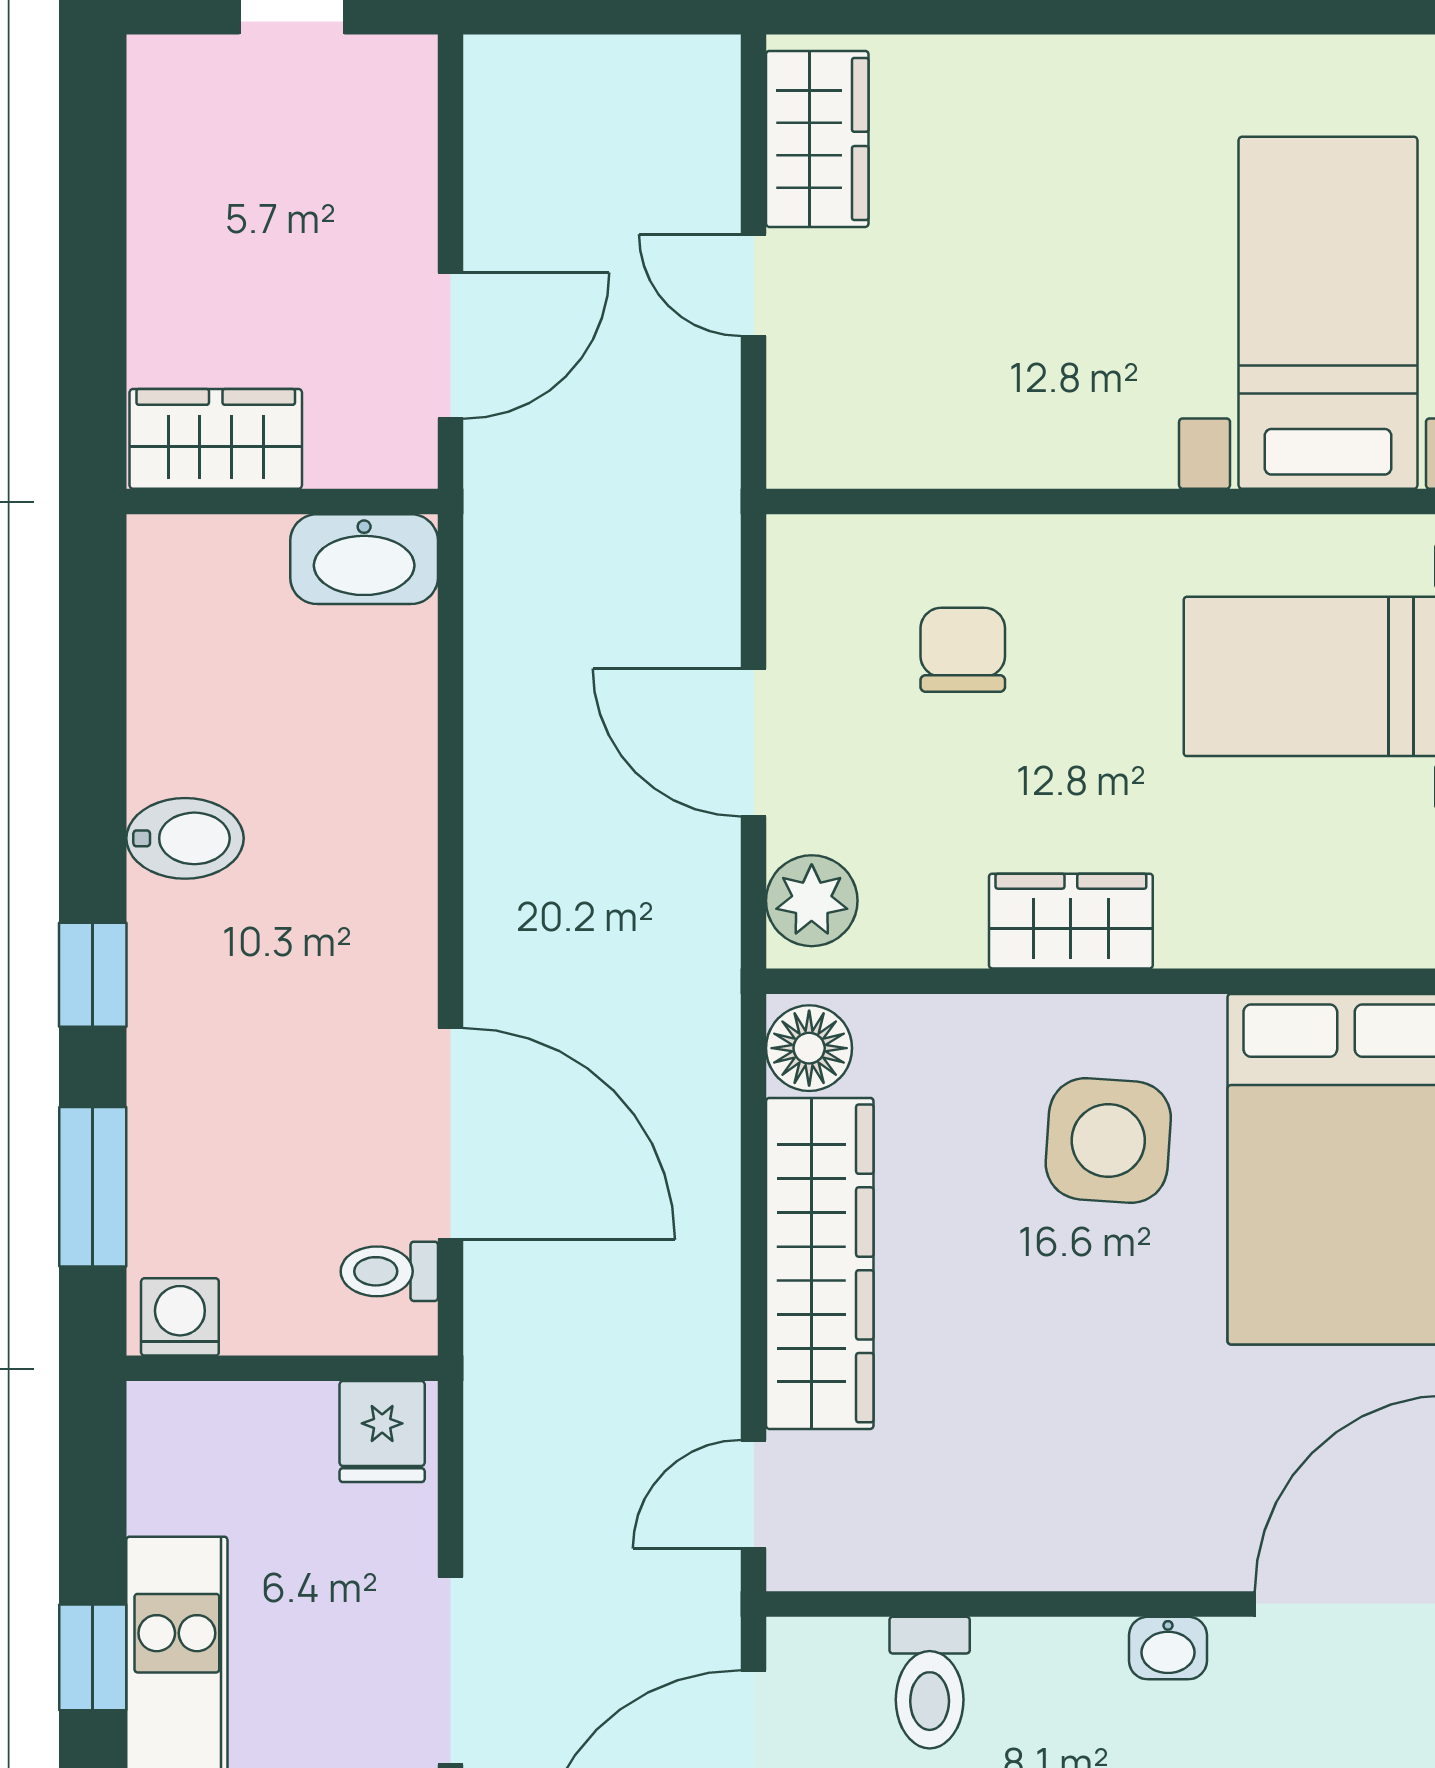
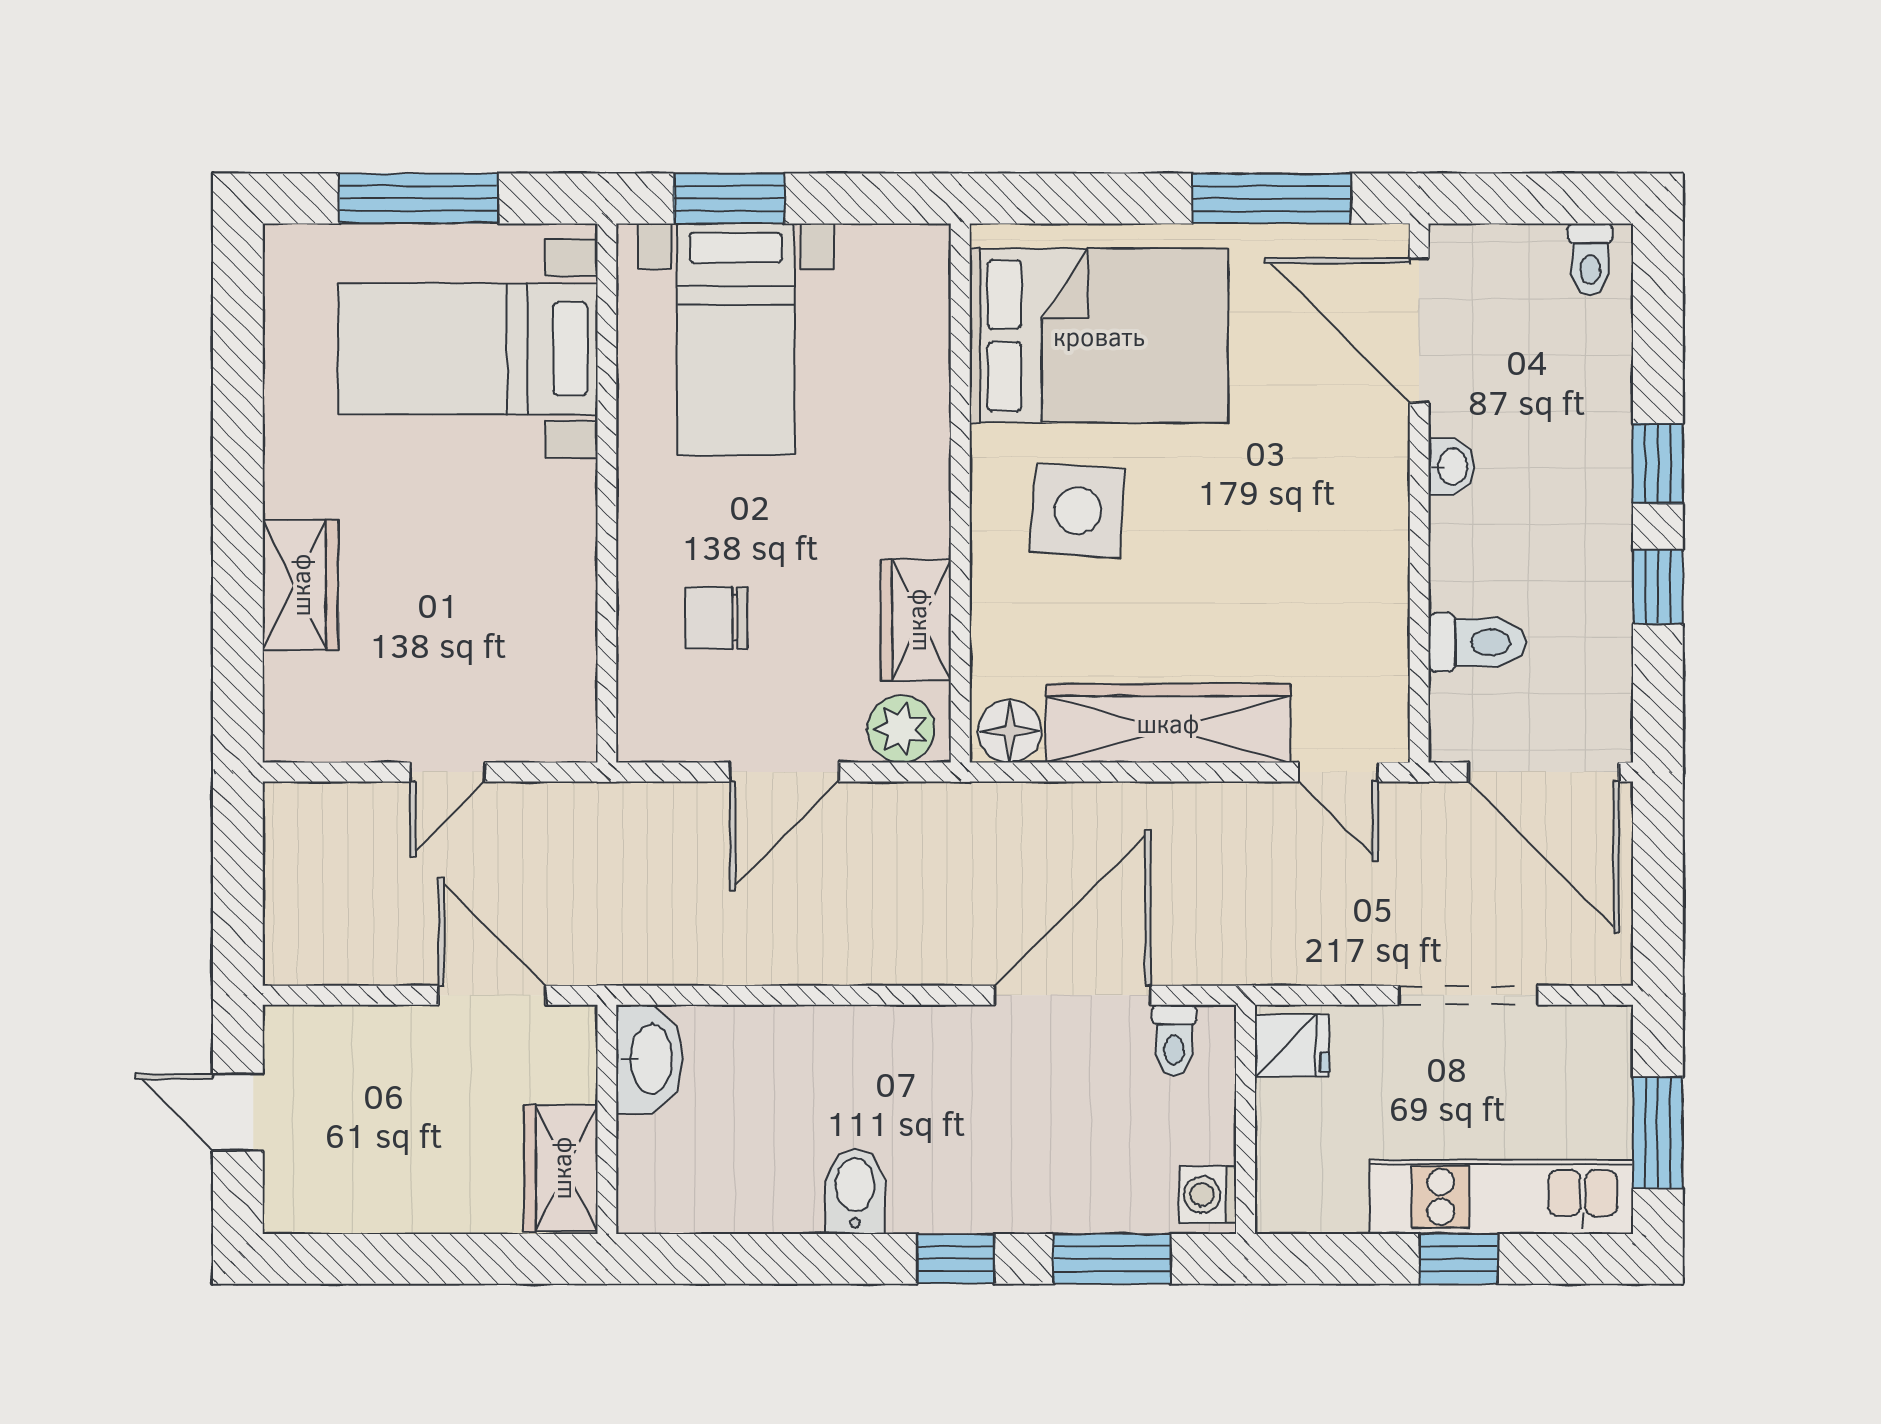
wardrobe: (817, 139) -> (300, 585), moved, turned 90
wardrobe: (1071, 921) -> (916, 620), moved

